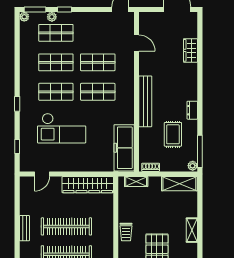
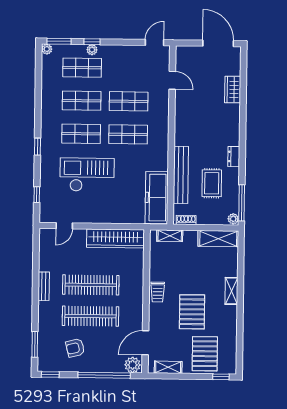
plant: (52, 17) -> (92, 50), moved
bench: (145, 101) -> (181, 175), moved
checkout: (62, 128) -> (87, 175), turned 180

